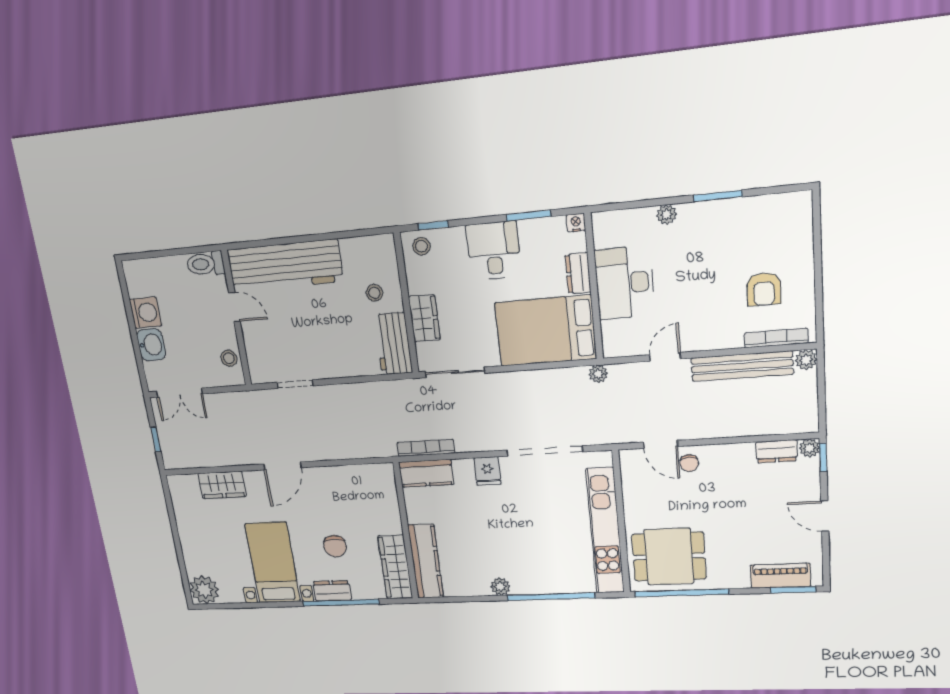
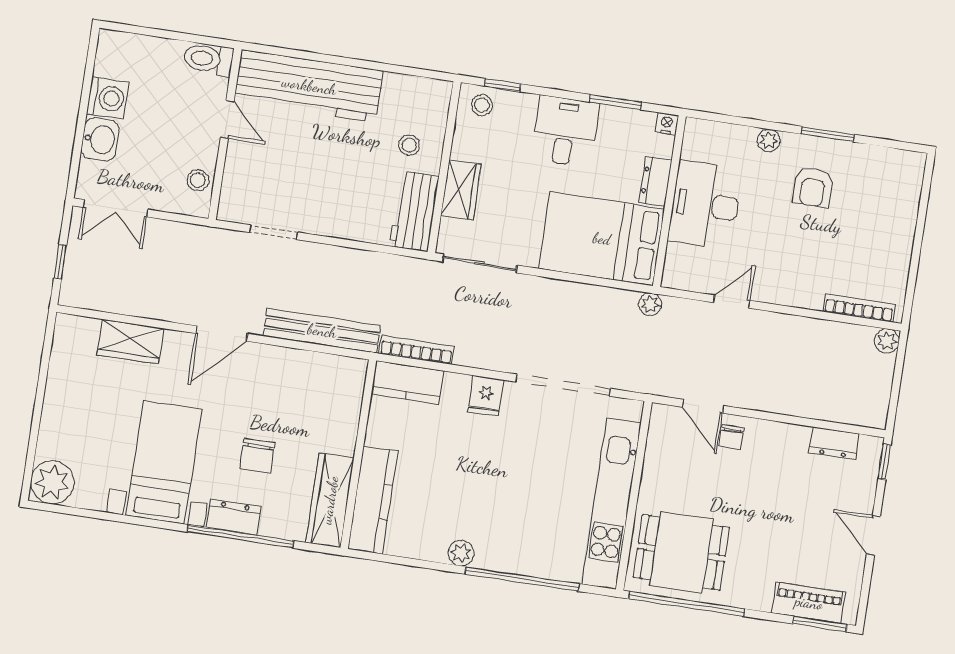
armchair: (764, 289) -> (813, 187), moved
bench: (742, 366) -> (322, 331), moved
plant: (809, 448) -> (871, 447), removed

